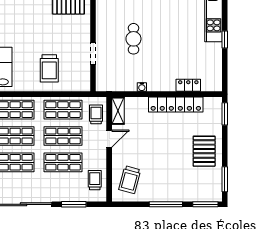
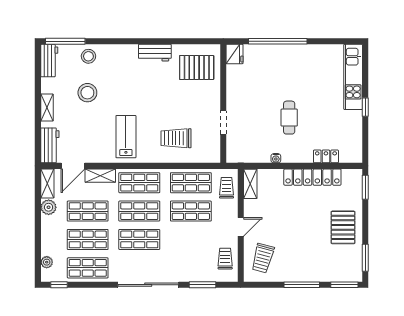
cafe table: (133, 39) -> (289, 118), moved
trolley: (49, 68) -> (176, 138), turned 90
door: (109, 139) -> (241, 227), moved
shop shelf: (63, 162) -> (191, 239), removed

